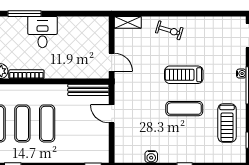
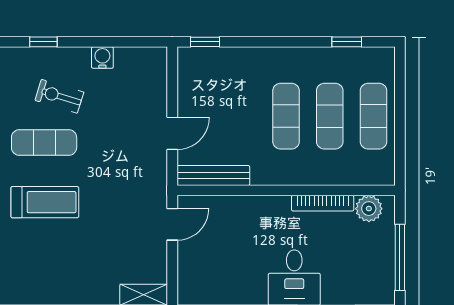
exercise bike: (169, 30) -> (59, 96), moved
door: (112, 62) -> (172, 224), swing flipped
door: (112, 114) -> (172, 133), hinge flipped

